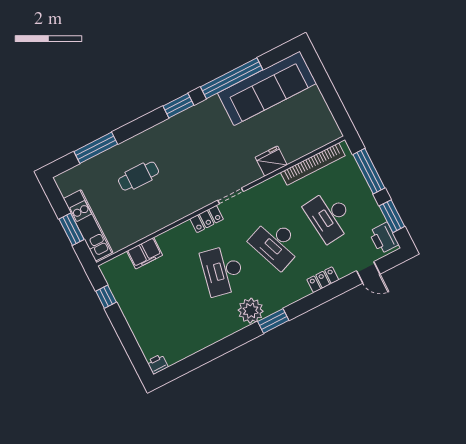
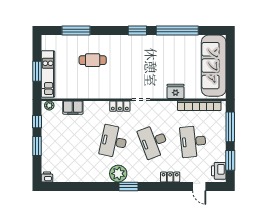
sofa: (267, 88) -> (214, 66), moved, turned 90
plant: (111, 267) -> (49, 105), added
window: (123, 329) -> (37, 146), added

